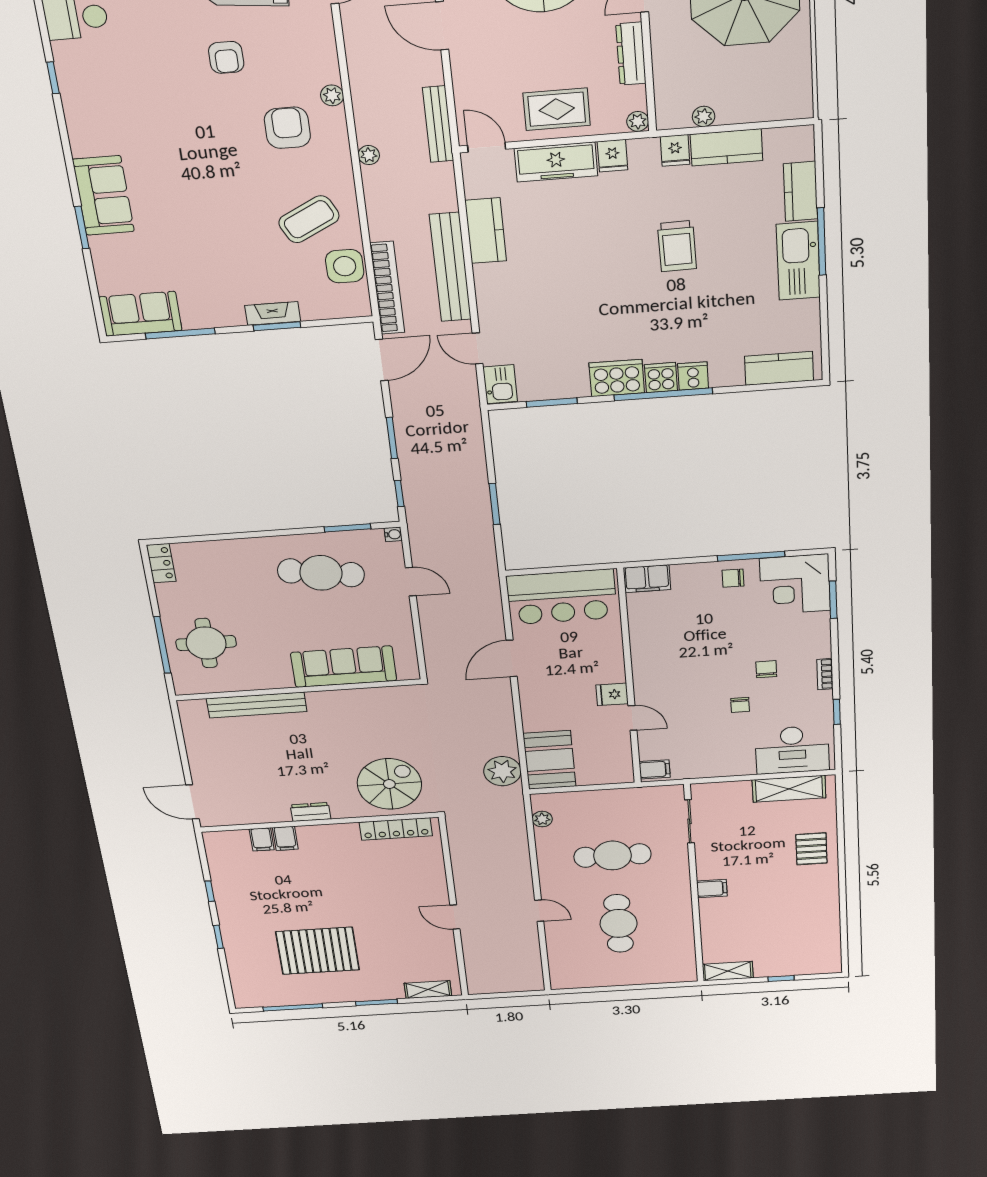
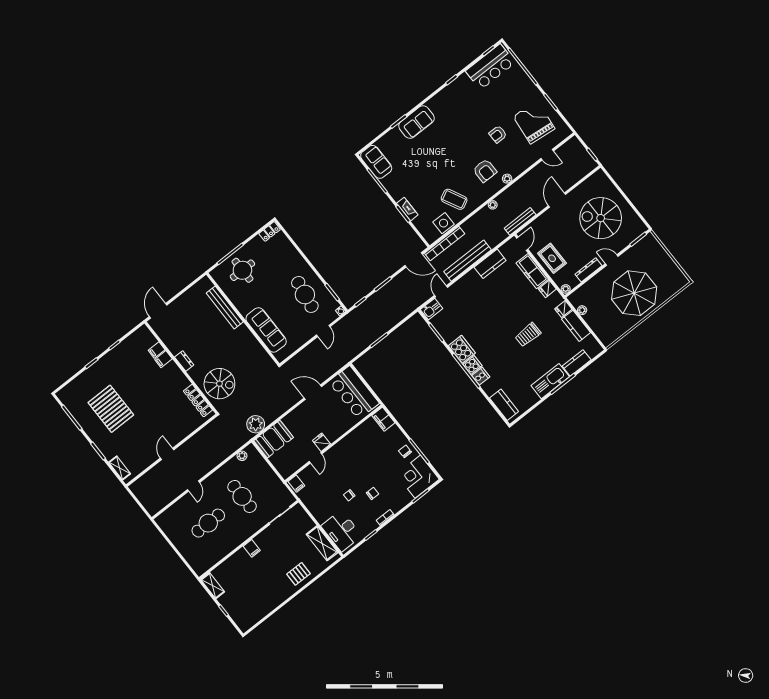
armchair: (287, 128) -> (485, 171), turned 90

